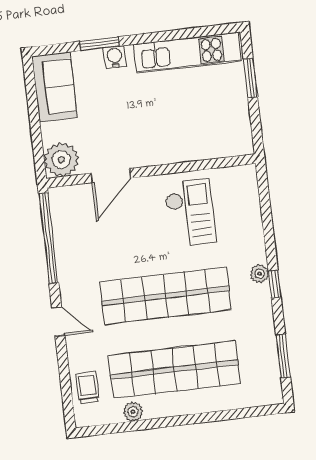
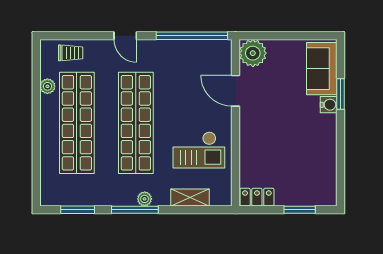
kitchen unit: (188, 53) -> (325, 163), removed
sofa: (55, 87) -> (322, 69), moved, turned 90
locker: (241, 133) -> (257, 197), added
shelving: (251, 217) -> (190, 198), added
window: (275, 284) -> (135, 210), width x2.17
door: (58, 322) -> (125, 36), hinge flipped

